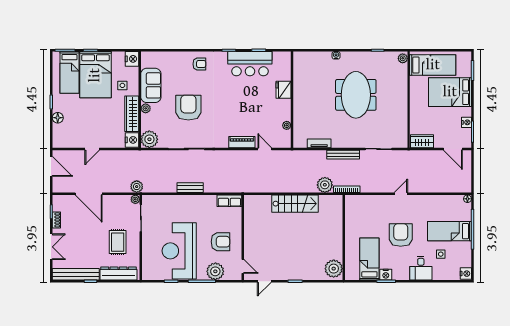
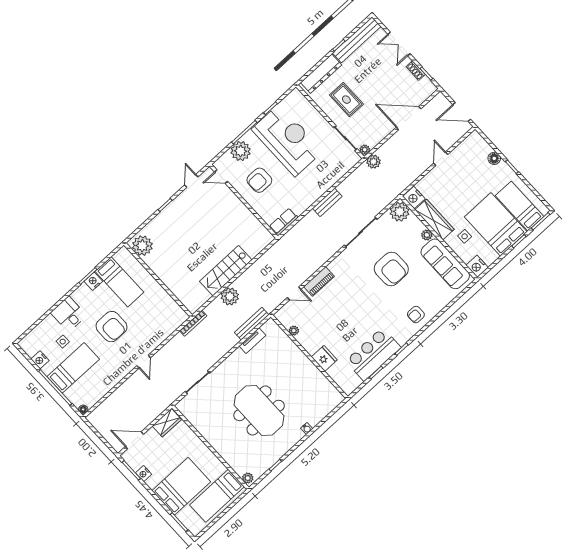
sofa: (151, 85) -> (445, 264), width x1.36
bench: (343, 155) -> (252, 324), moved
plant: (325, 185) -> (230, 296), moved
nightstand: (466, 274) -> (40, 360), moved

